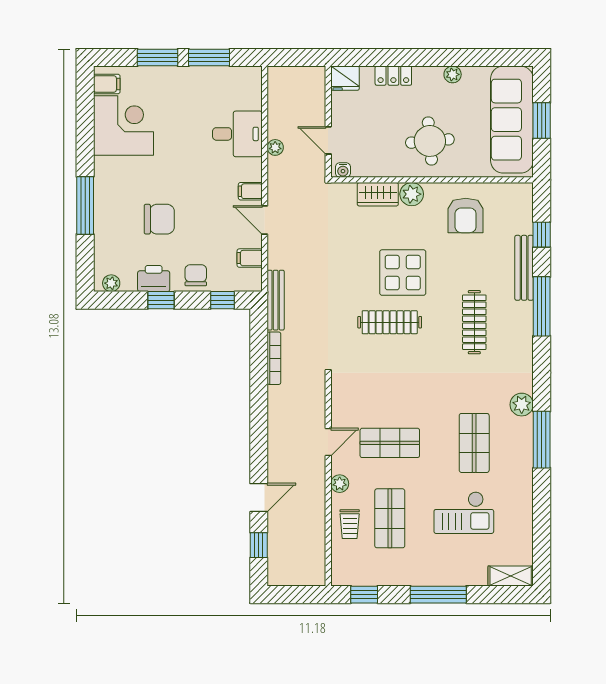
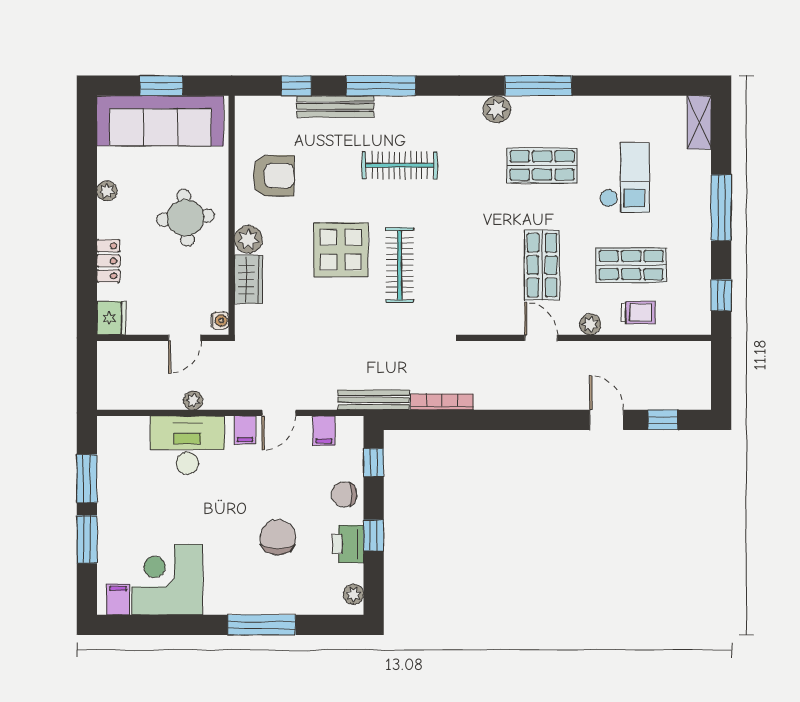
desk: (237, 134) -> (187, 445), width x1.37

